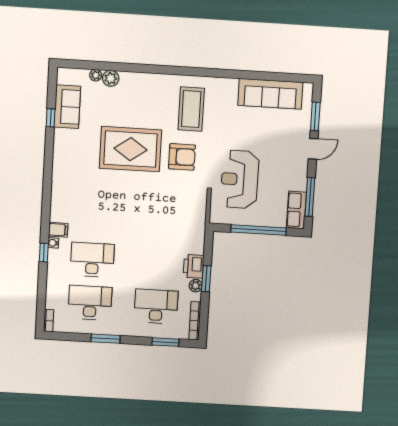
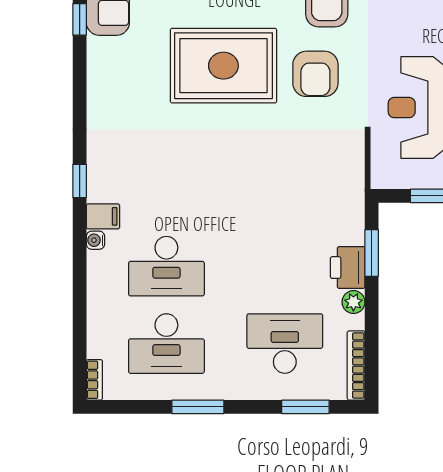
armchair: (182, 157) -> (315, 74), turned 90
window: (44, 253) -> (80, 181), moved
desk: (92, 260) -> (166, 266), turned 180
window: (206, 279) -> (372, 253), moved
desk: (90, 303) -> (166, 344), turned 180

